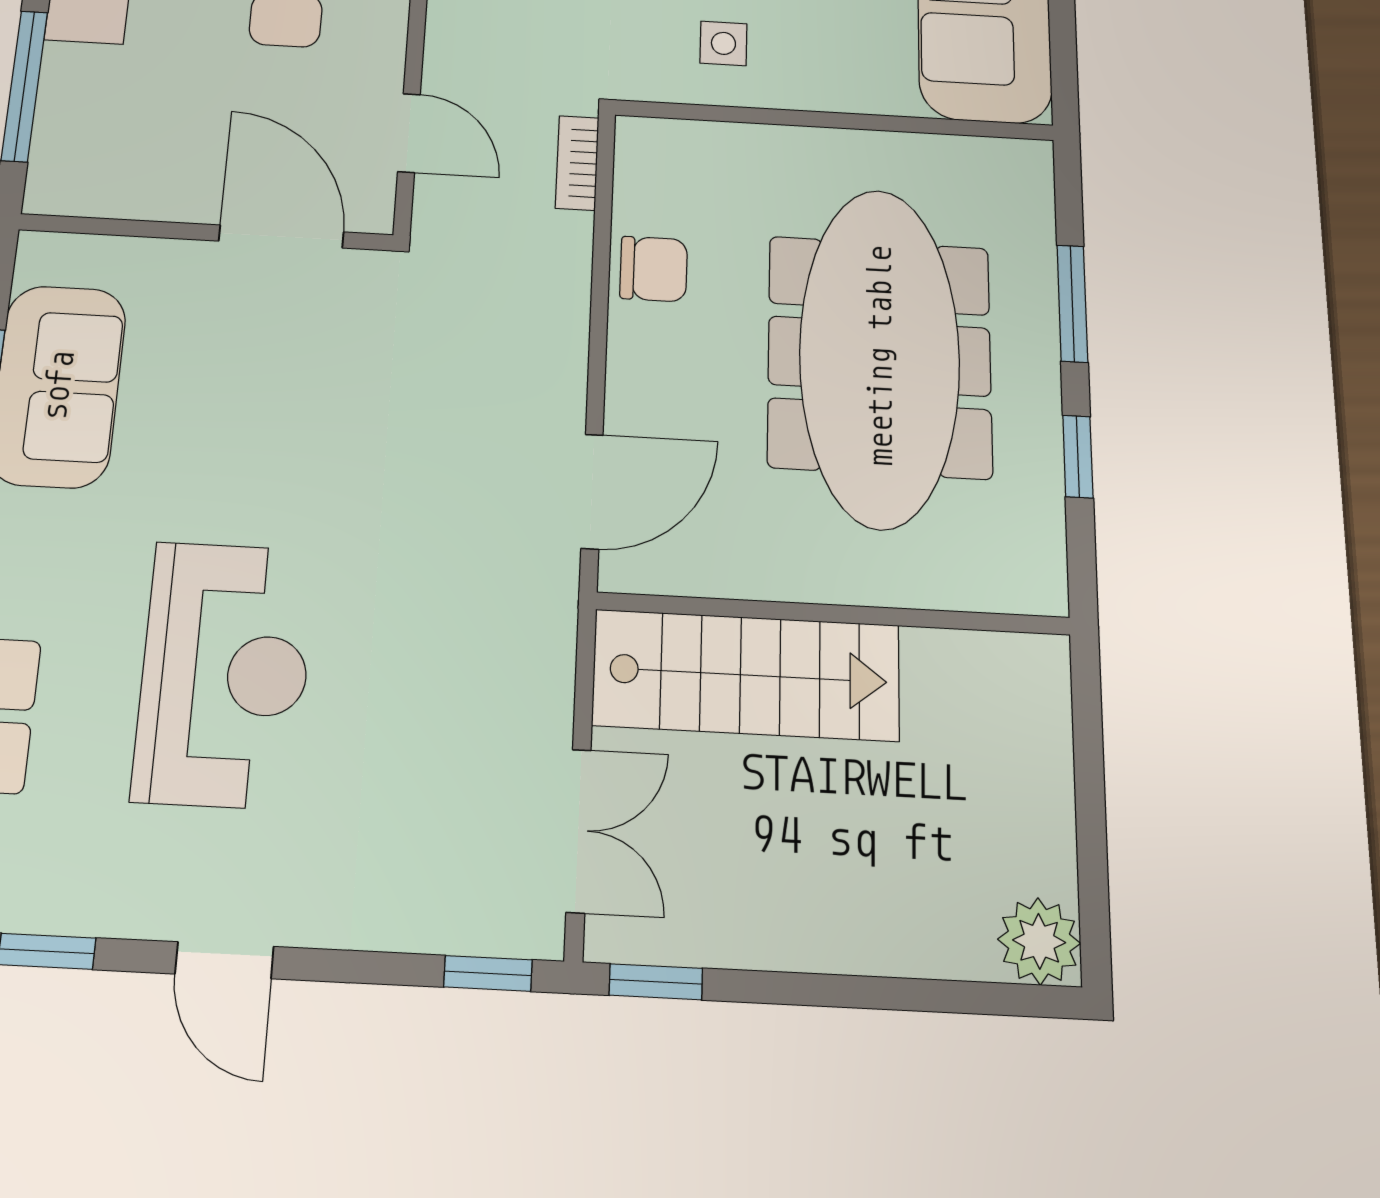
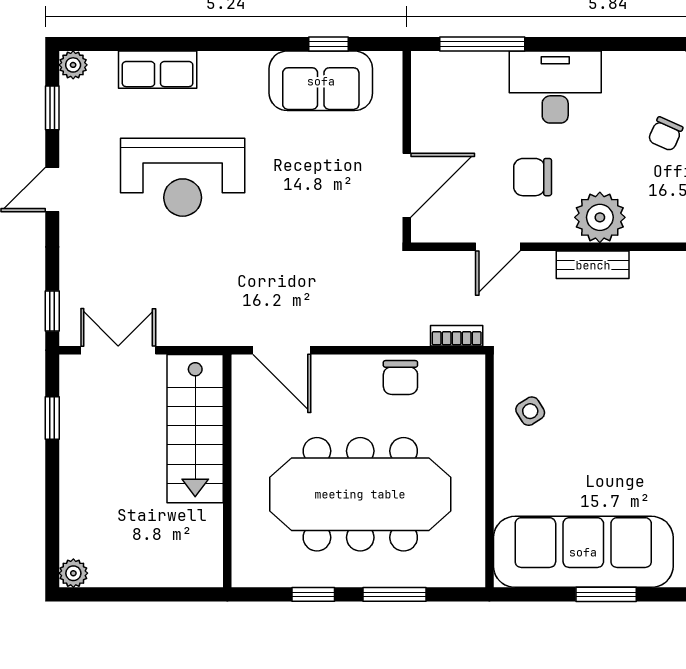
side table: (723, 43) -> (530, 411), turned -32
door: (409, 133) -> (498, 247), moved
double door: (579, 831) -> (118, 350), swing flipped
plant: (1039, 941) -> (73, 573), width x0.73, depth x0.73
window: (656, 982) -> (52, 418), moved

